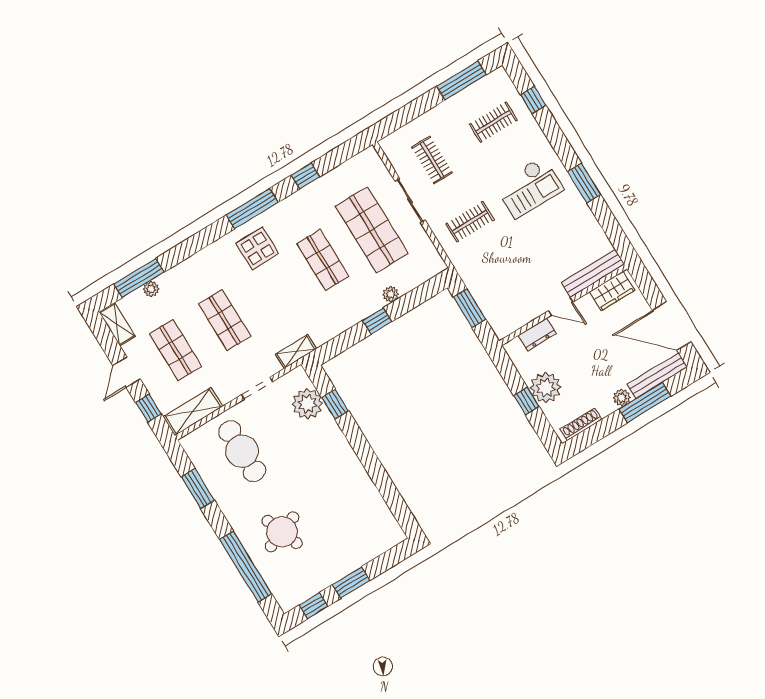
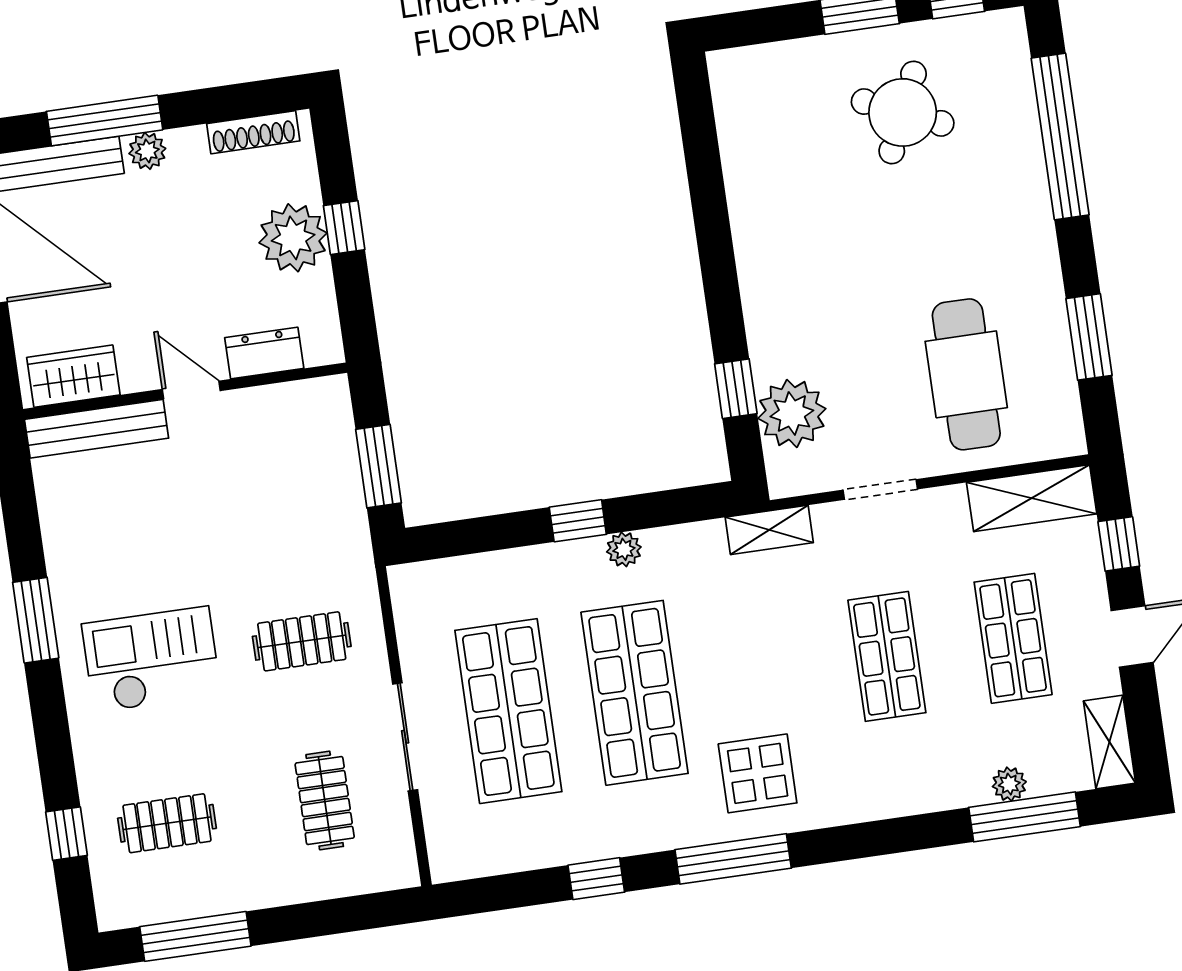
shop shelf: (323, 260) -> (635, 693), width x1.43, depth x1.36
plant: (391, 294) -> (624, 549), moved
round table: (282, 532) -> (903, 112), moved, turned 45

